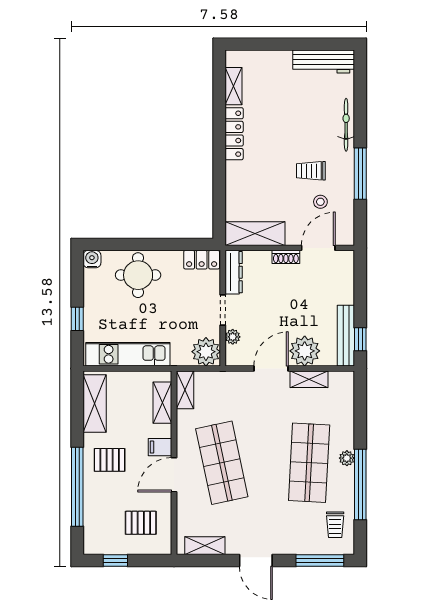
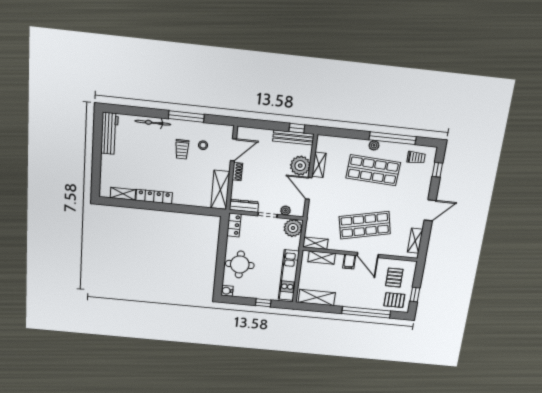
door: (318, 248) -> (233, 150), swing flipped
pallet: (110, 460) -> (394, 300), moved, turned 90
window: (320, 561) -> (437, 170), width x0.46

